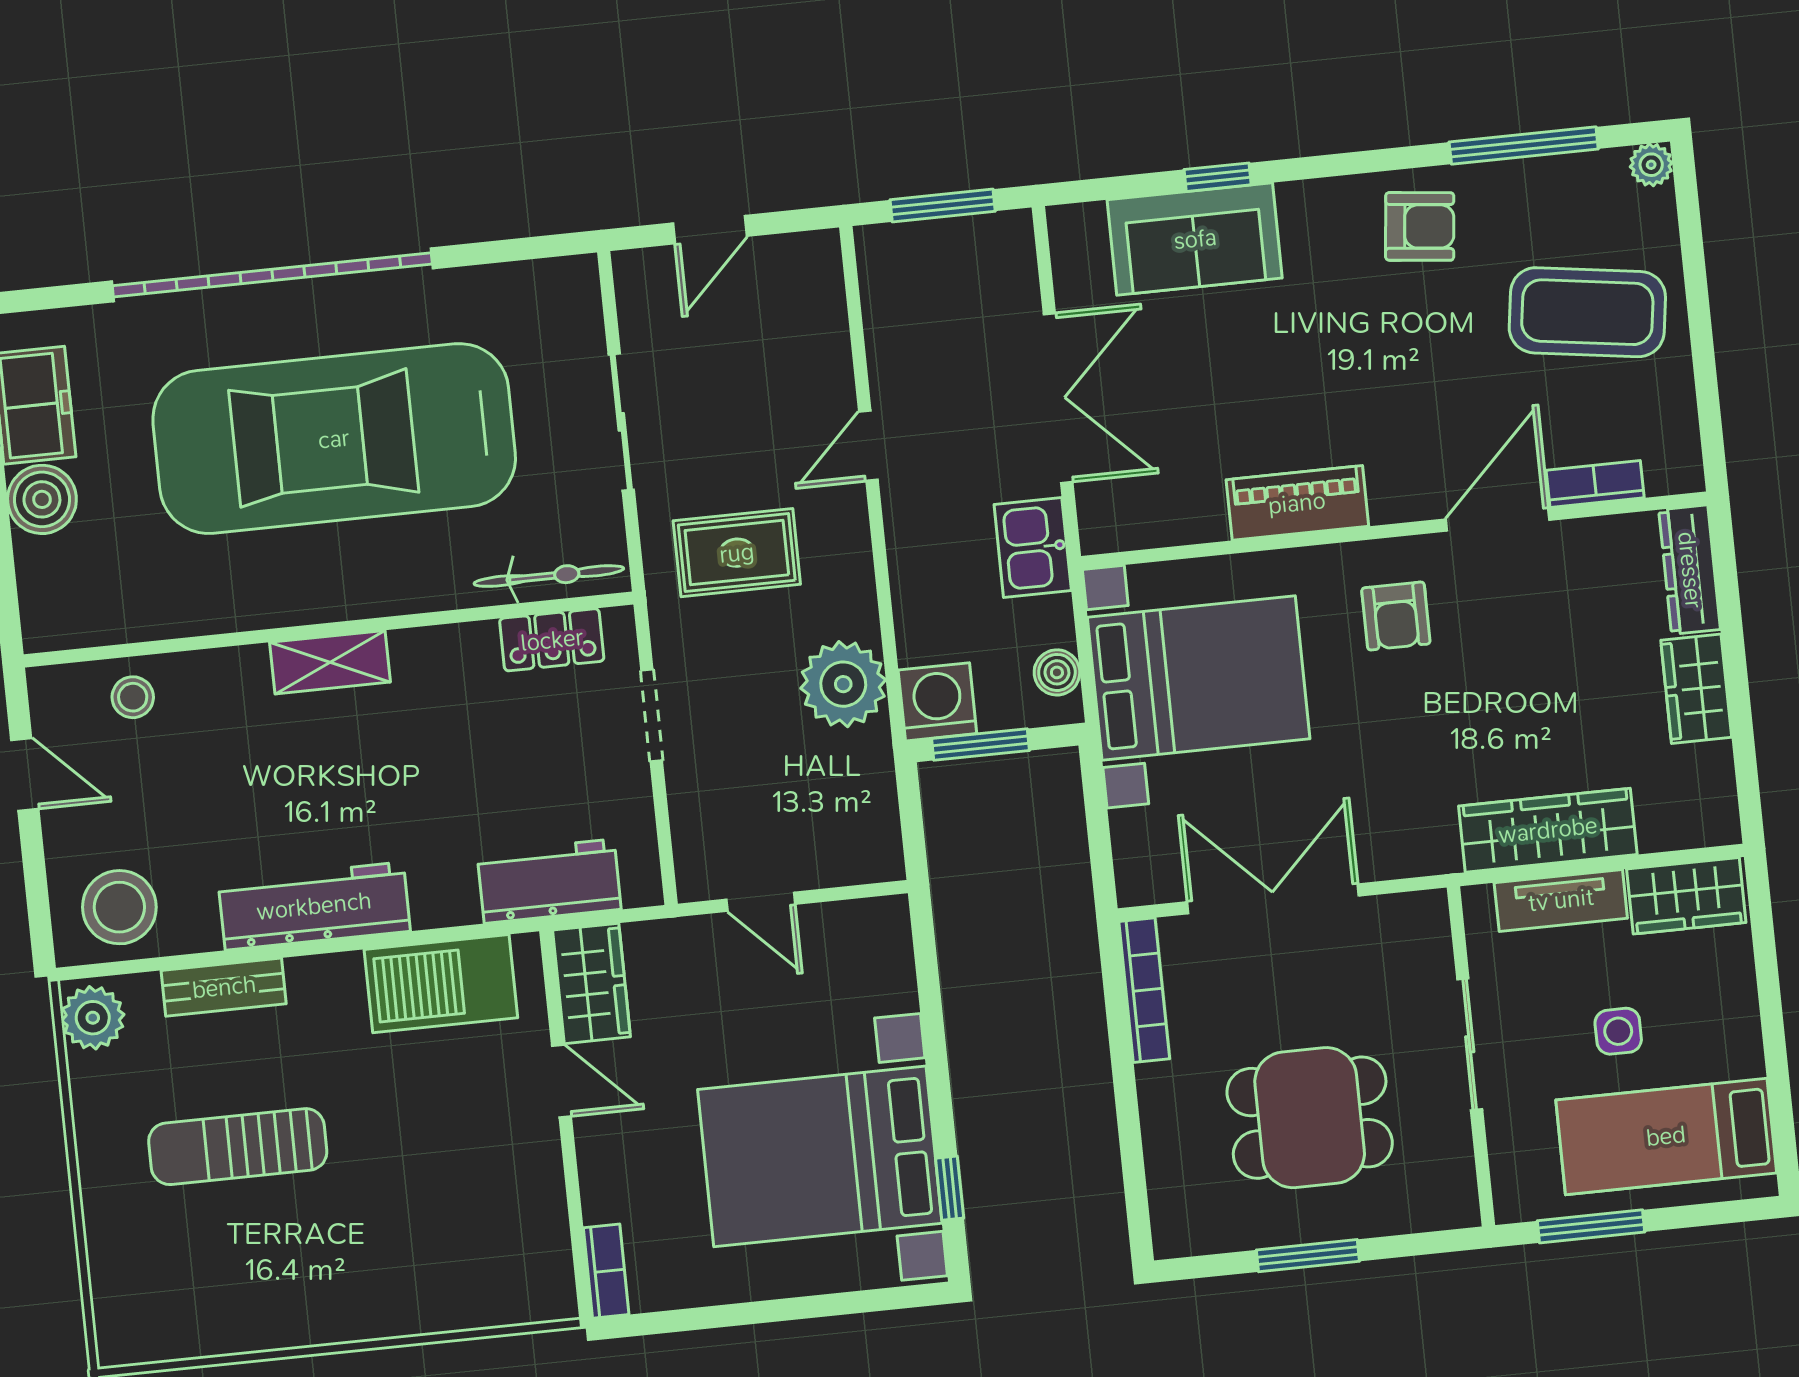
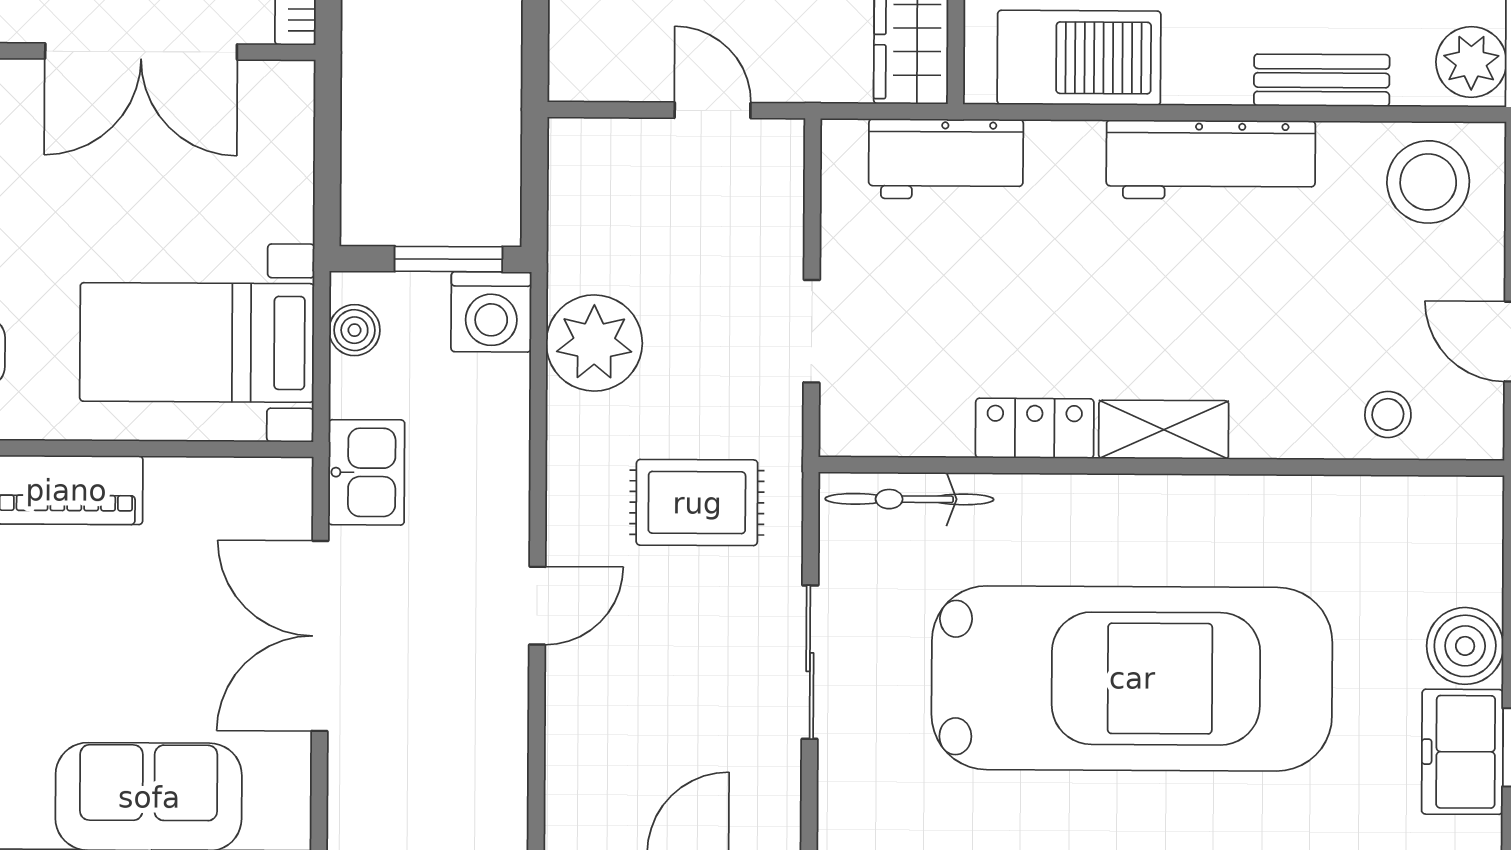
locker: (552, 640) -> (1035, 428), moved
bed with nightstands: (1199, 678) -> (197, 342), width x0.73

